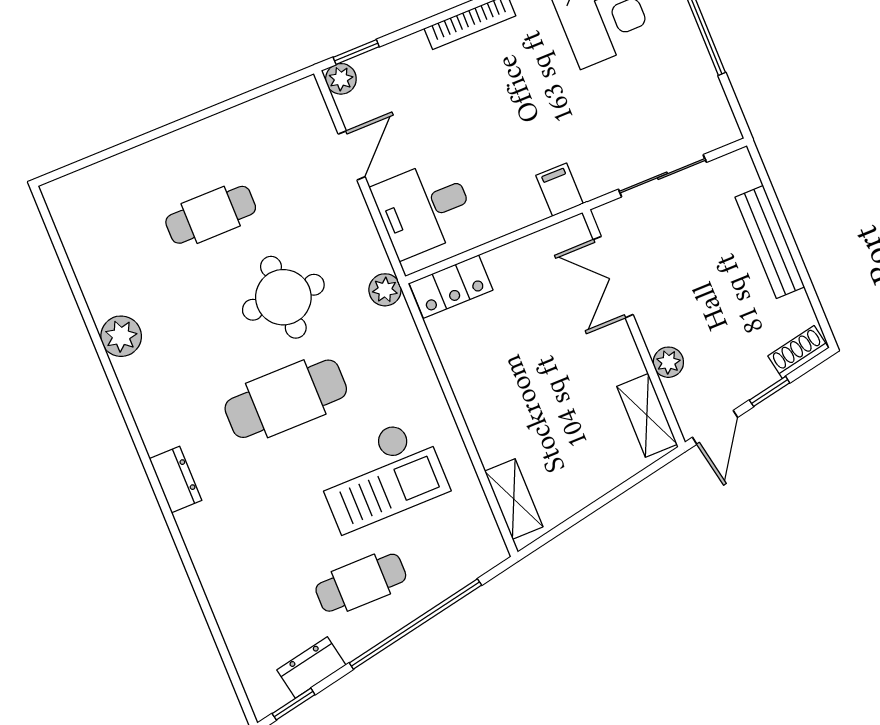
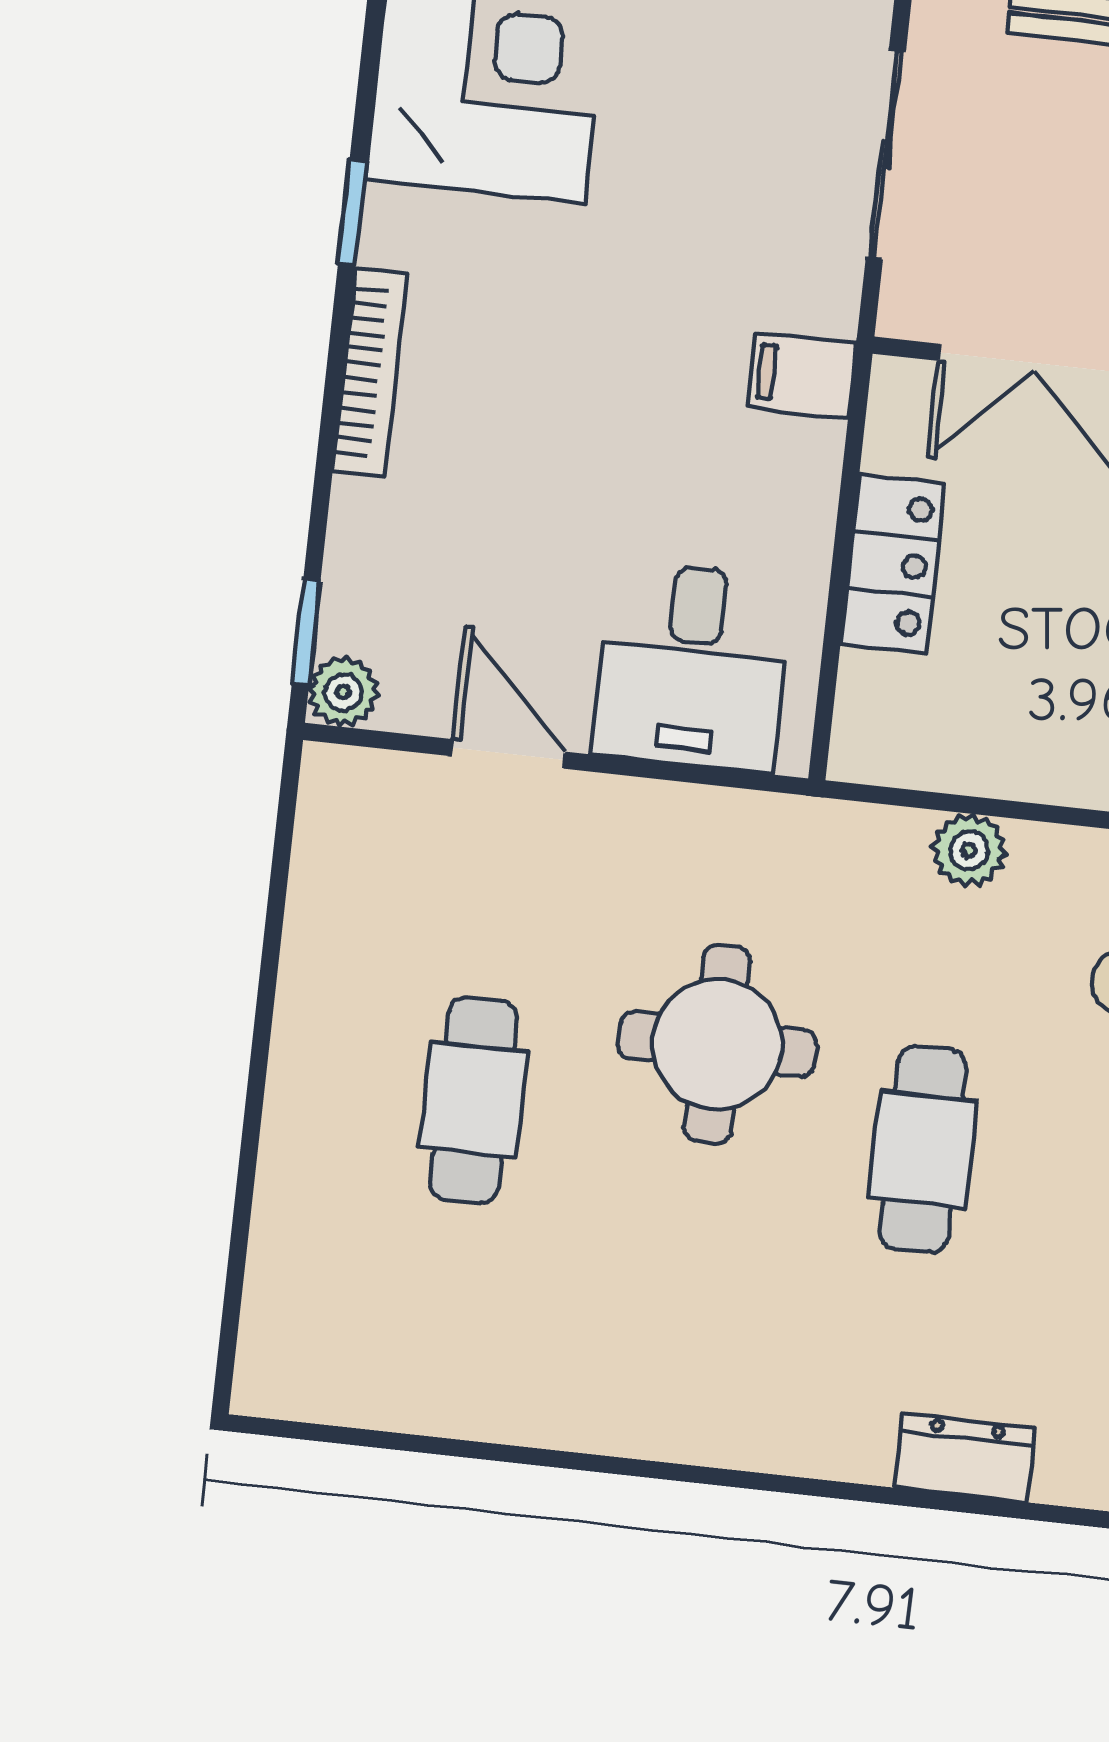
locker: (451, 287) -> (893, 564), moved
plant: (385, 290) -> (969, 850), moved
plant: (121, 336) -> (619, 1411), removed
cafe table: (286, 399) -> (923, 1150), width x0.73, depth x0.74

